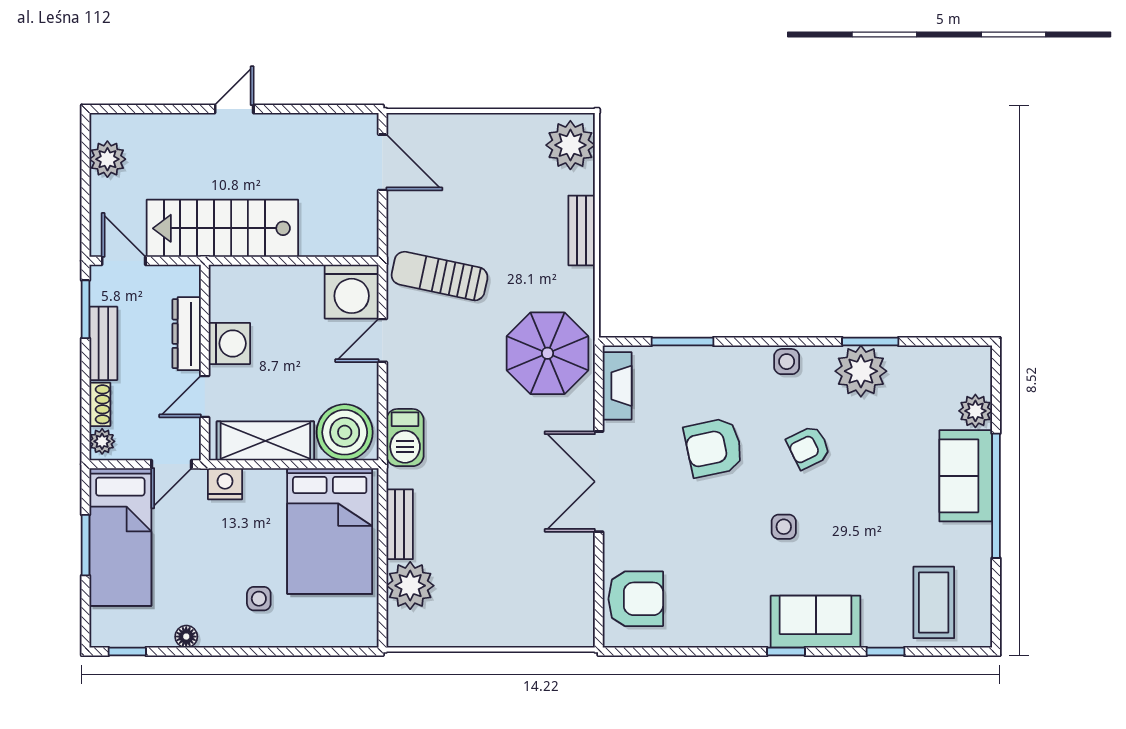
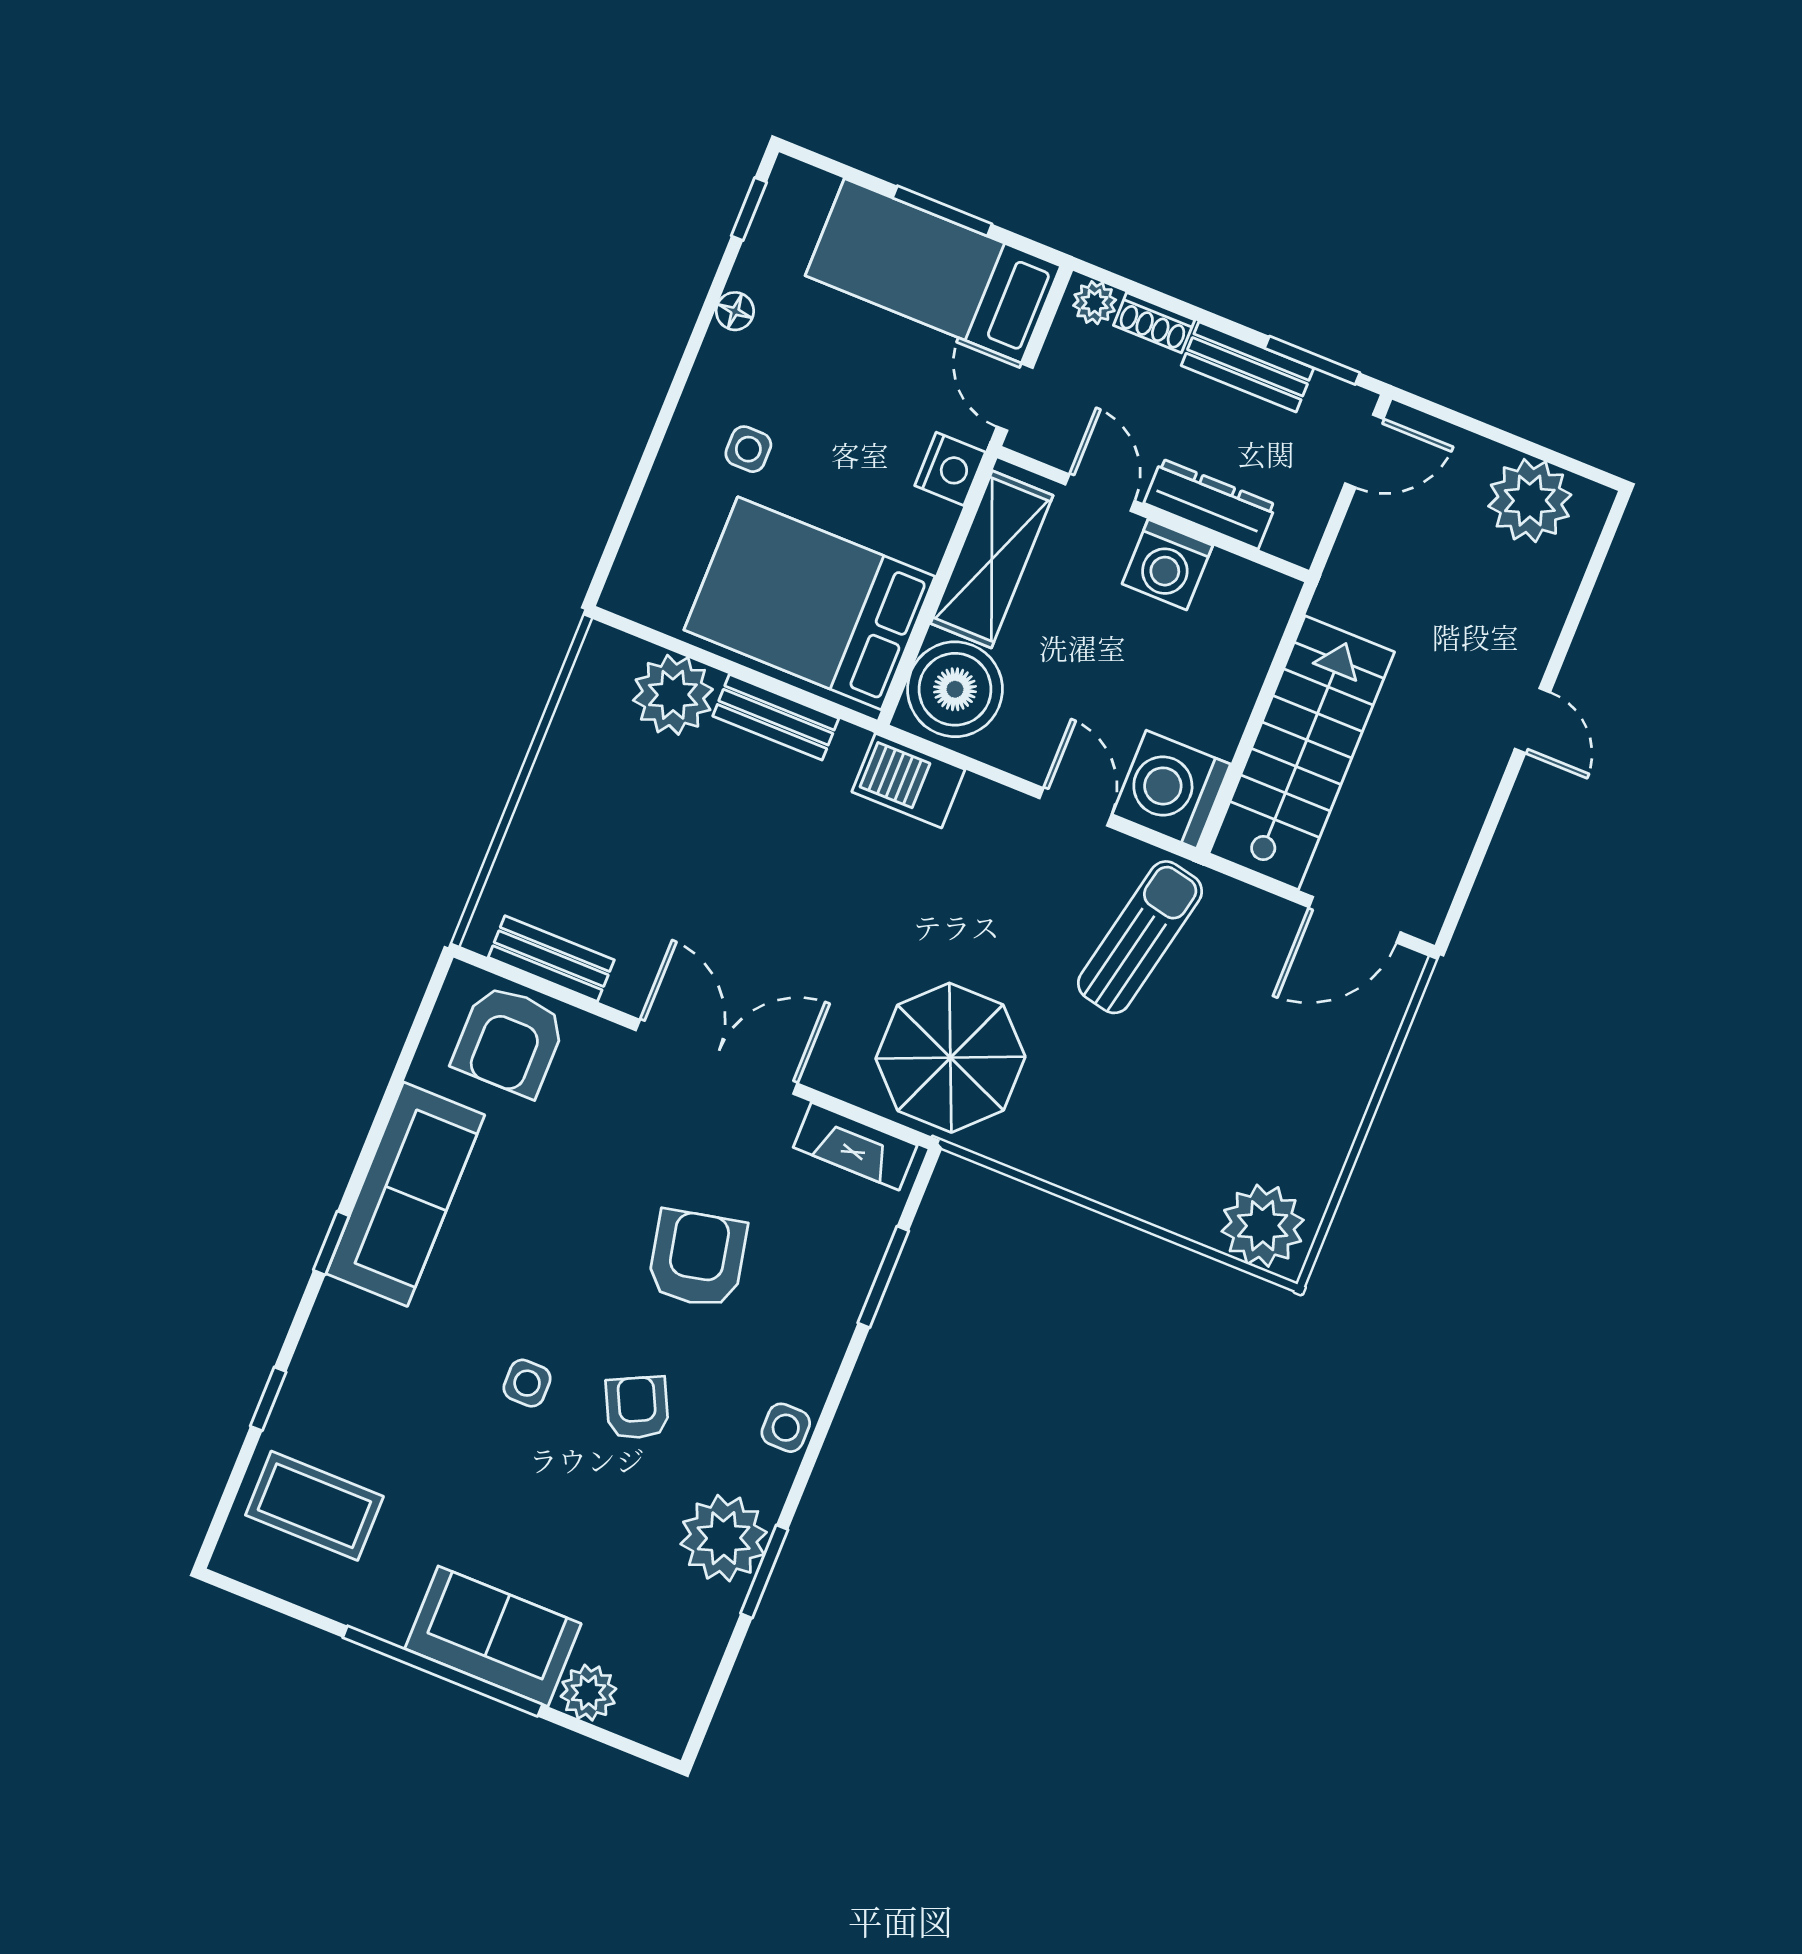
plant: (107, 159) -> (1530, 501), width x1.36, depth x1.36
stairs: (222, 228) -> (1302, 753), moved
bench: (582, 230) -> (551, 959), moved
side table: (784, 527) -> (527, 1383), moved
sofa: (816, 622) -> (405, 1194), moved, width x1.36

